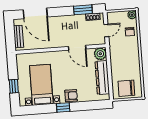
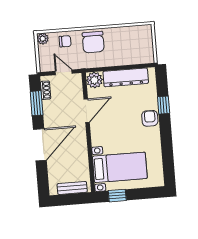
door: (35, 13) -> (40, 145), moved
bed with nightstands: (41, 85) -> (120, 167), moved, turned 180
window: (14, 86) -> (117, 196), moved
chair: (126, 88) -> (93, 42), moved
window: (63, 107) -> (164, 105), moved

